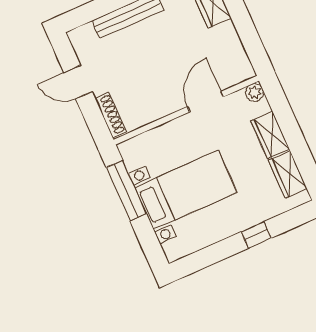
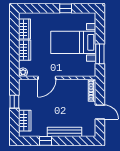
window: (246, 30) -> (14, 102), added
window: (126, 191) -> (100, 54), width x0.69
window: (256, 235) -> (66, 8), moved

